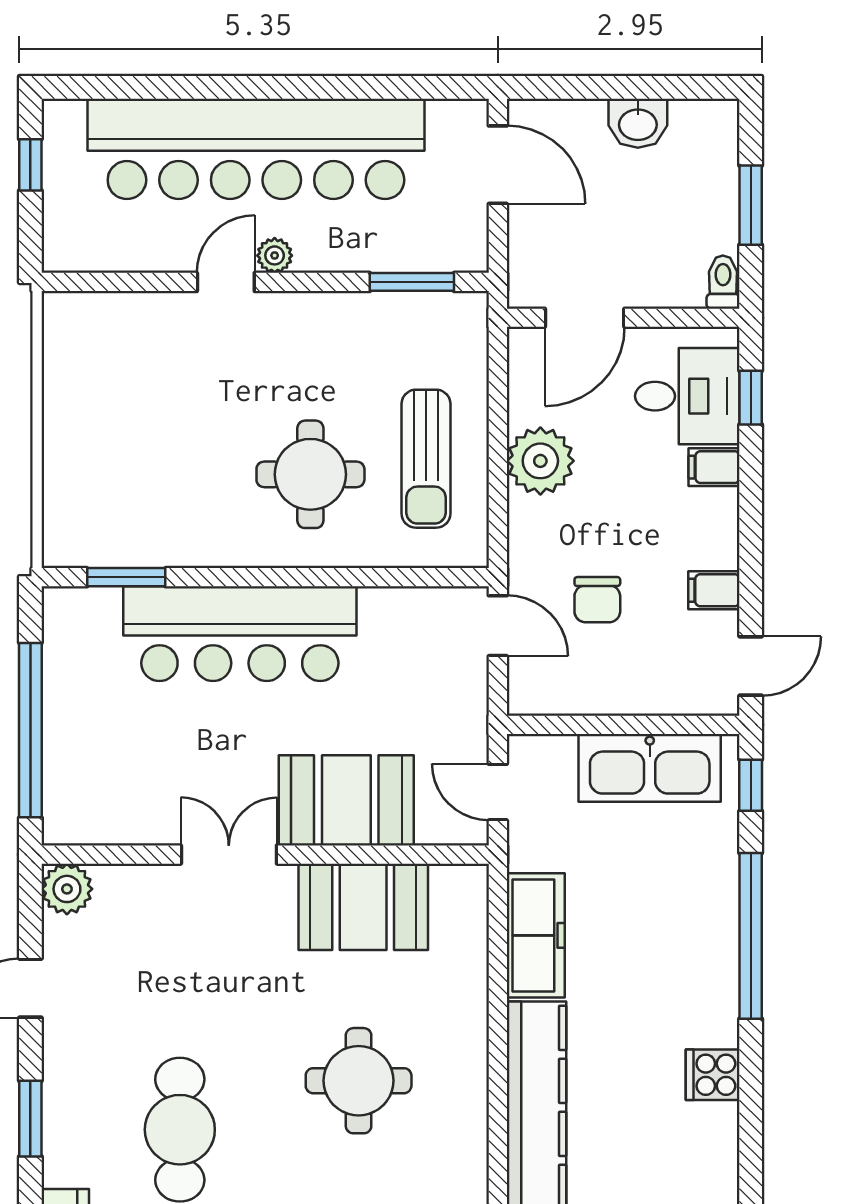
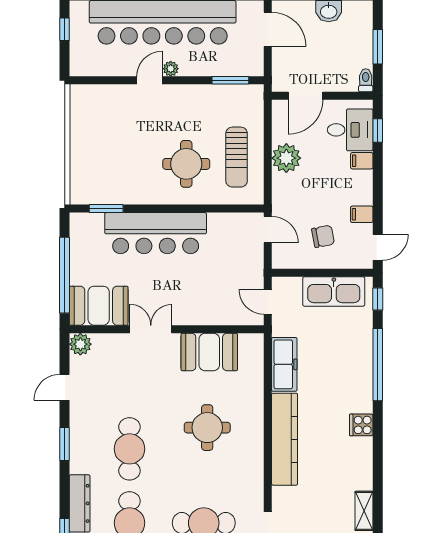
chair: (597, 600) -> (323, 236), moved, turned -101
booth: (346, 800) -> (99, 306), moved

